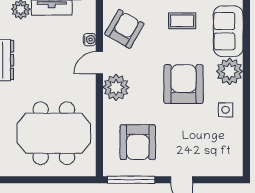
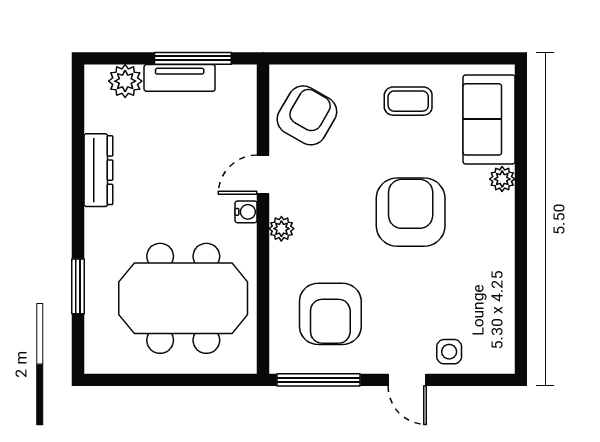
water cooler: (90, 40) -> (246, 212), moved
plant: (230, 71) -> (502, 179), width x0.53, depth x0.53
plant: (116, 87) -> (281, 229), width x0.53, depth x0.53
side table: (226, 110) -> (449, 352), moved

